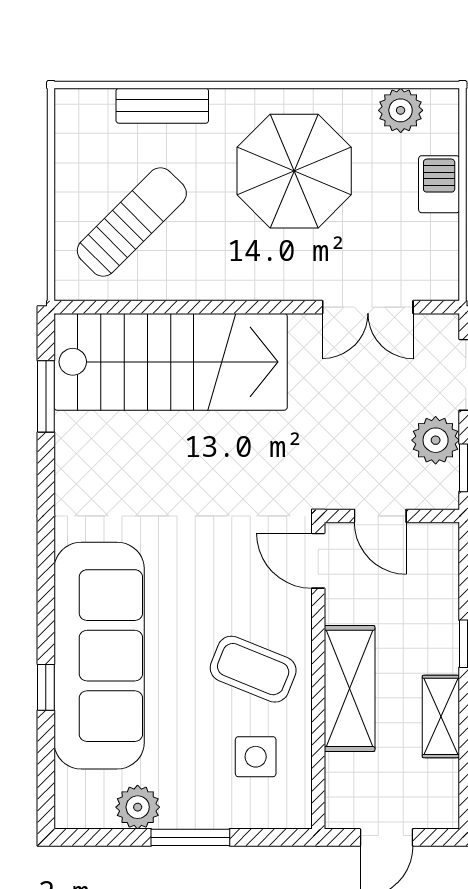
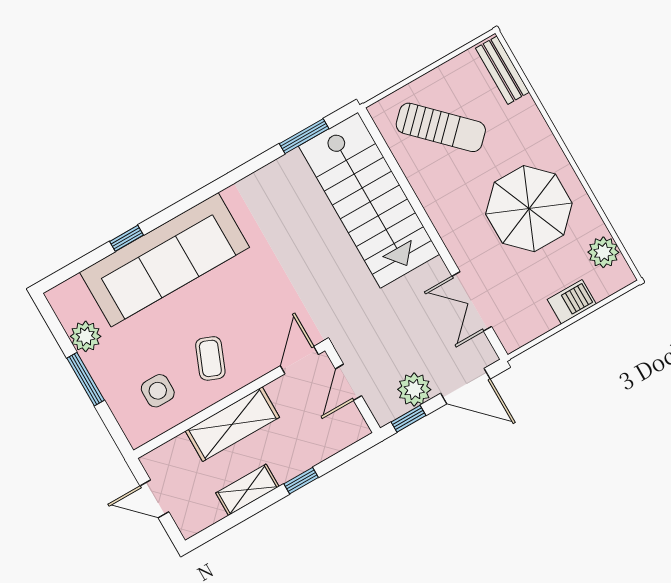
bench: (162, 106) -> (502, 70), moved
coffee table: (253, 669) -> (210, 358), width x0.73, depth x0.77

